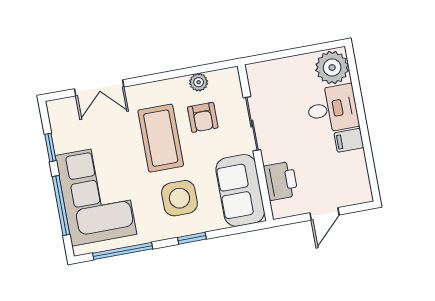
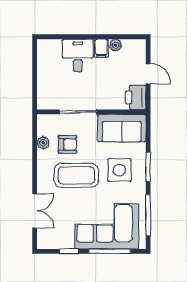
plant: (332, 68) -> (115, 45), moved, width x0.53, depth x0.53
printer: (281, 181) -> (136, 97), moved, turned -90
window: (192, 238) -> (148, 167), width x1.50

